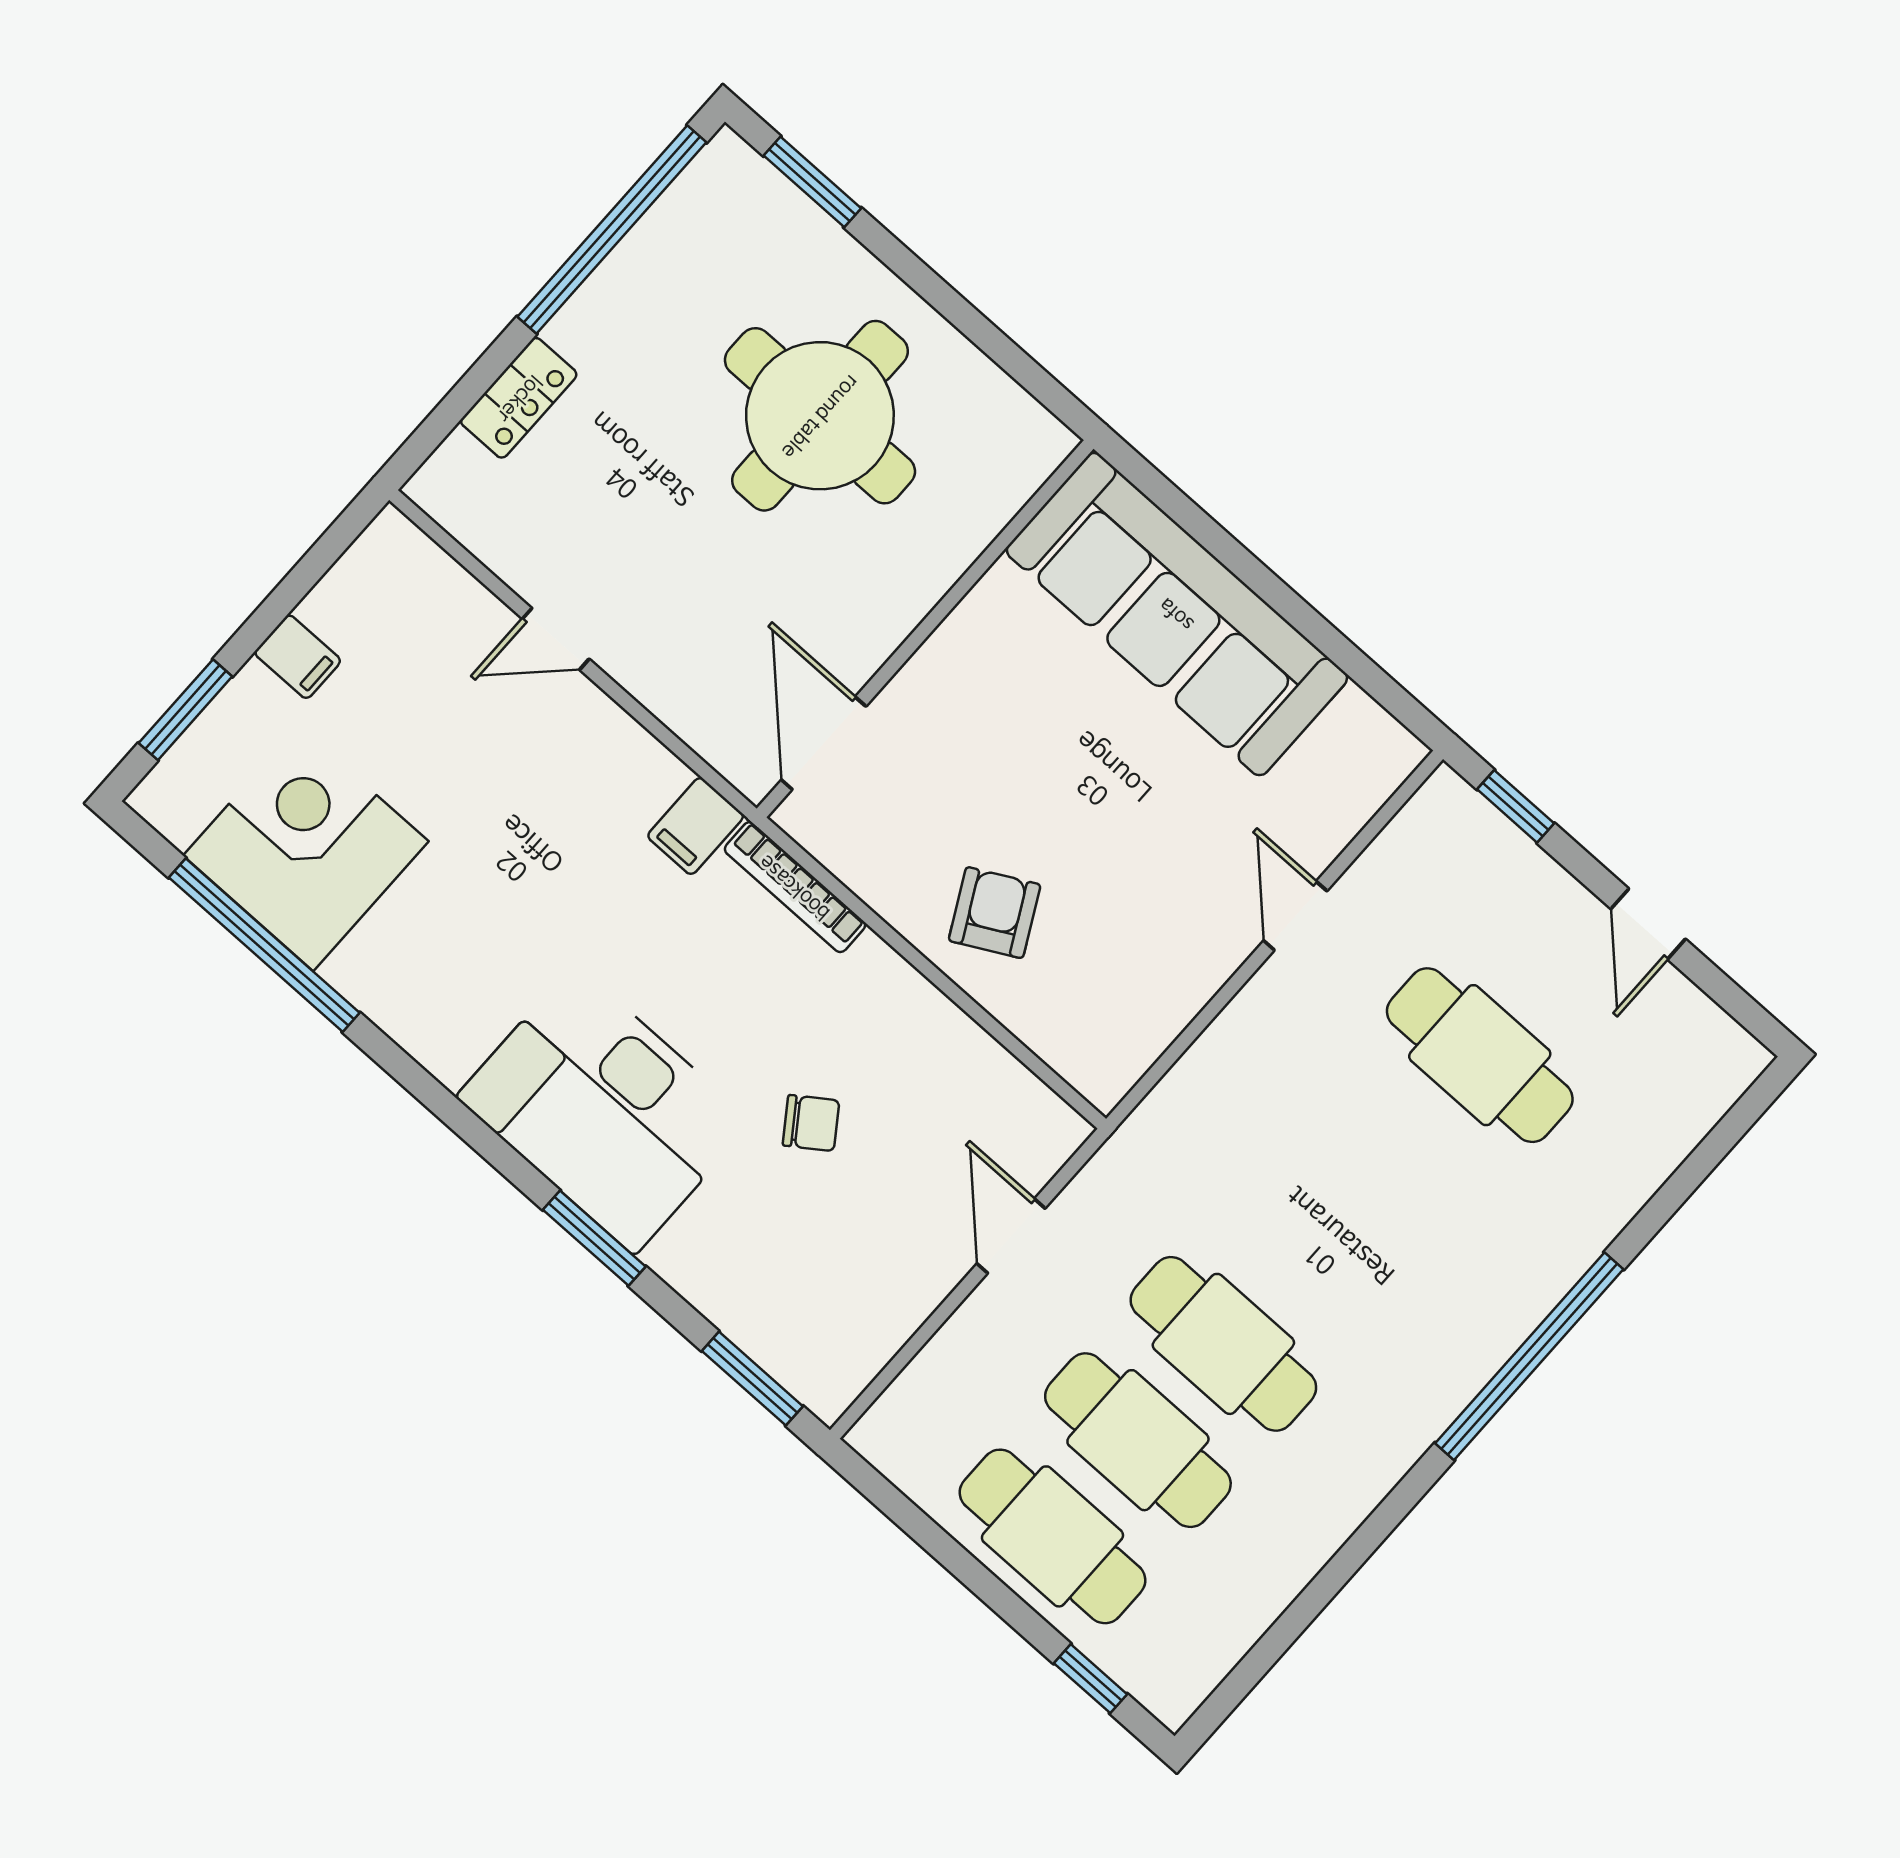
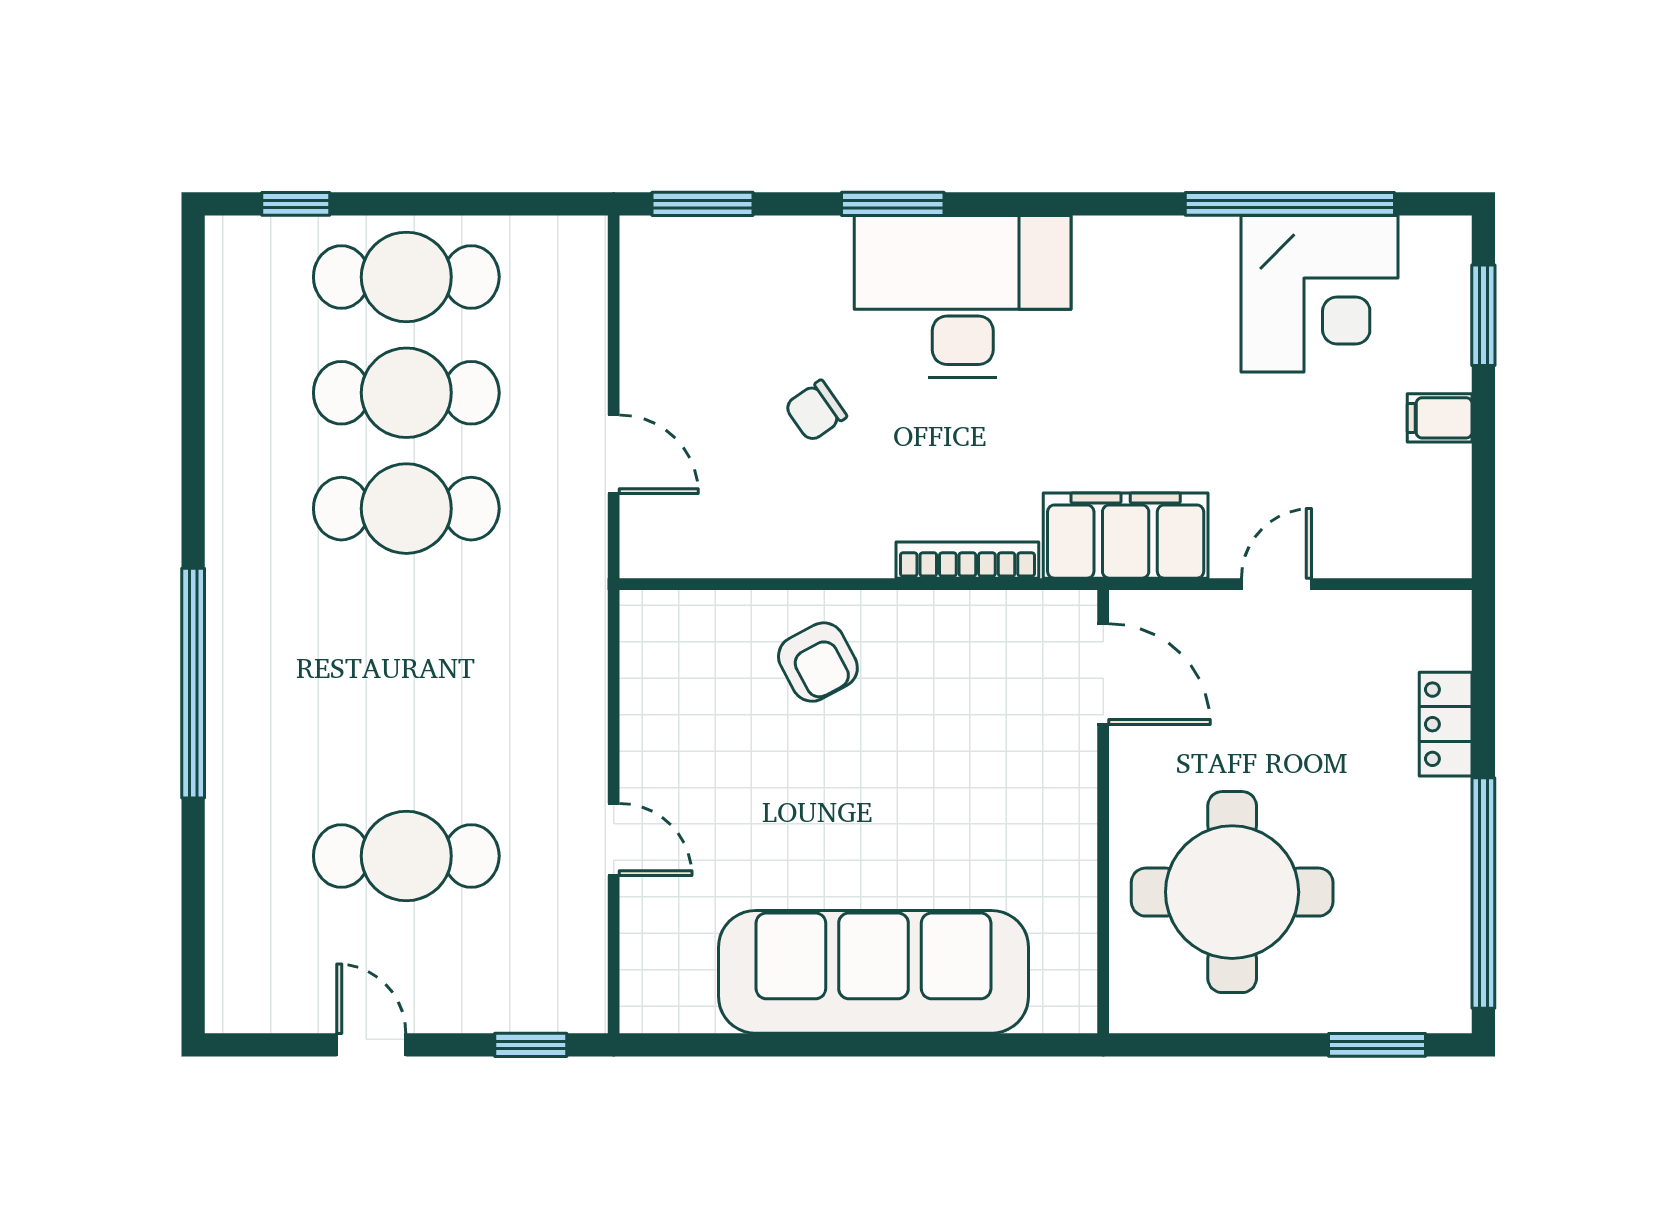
wall: (925, 629) -> (1103, 812), moved
door: (824, 743) -> (1103, 674), moved
filing cabinet: (696, 826) -> (1126, 536), width x3.00, depth x1.17

